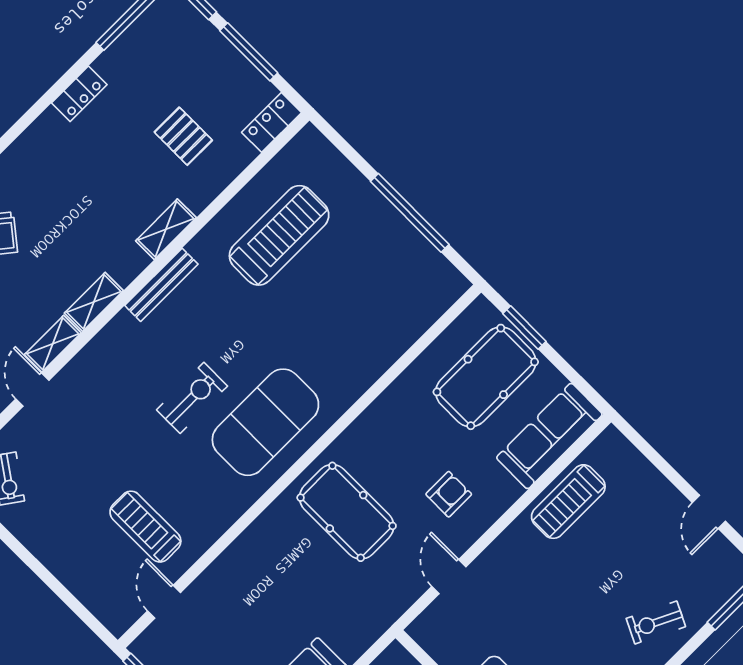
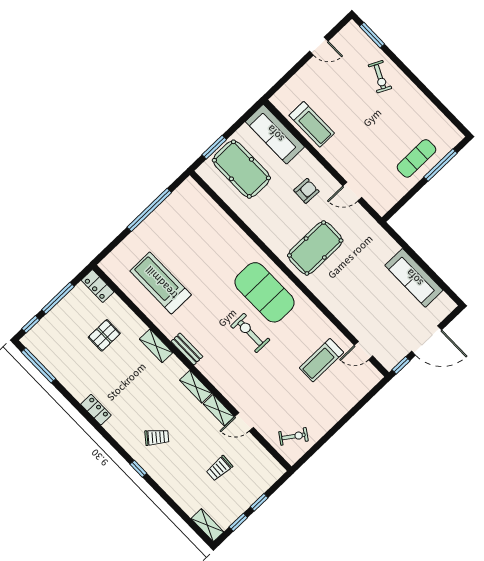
locker: (79, 94) -> (96, 410), moved
bench: (161, 285) -> (187, 349), width x0.73
armchair: (449, 494) -> (306, 191), turned 92

